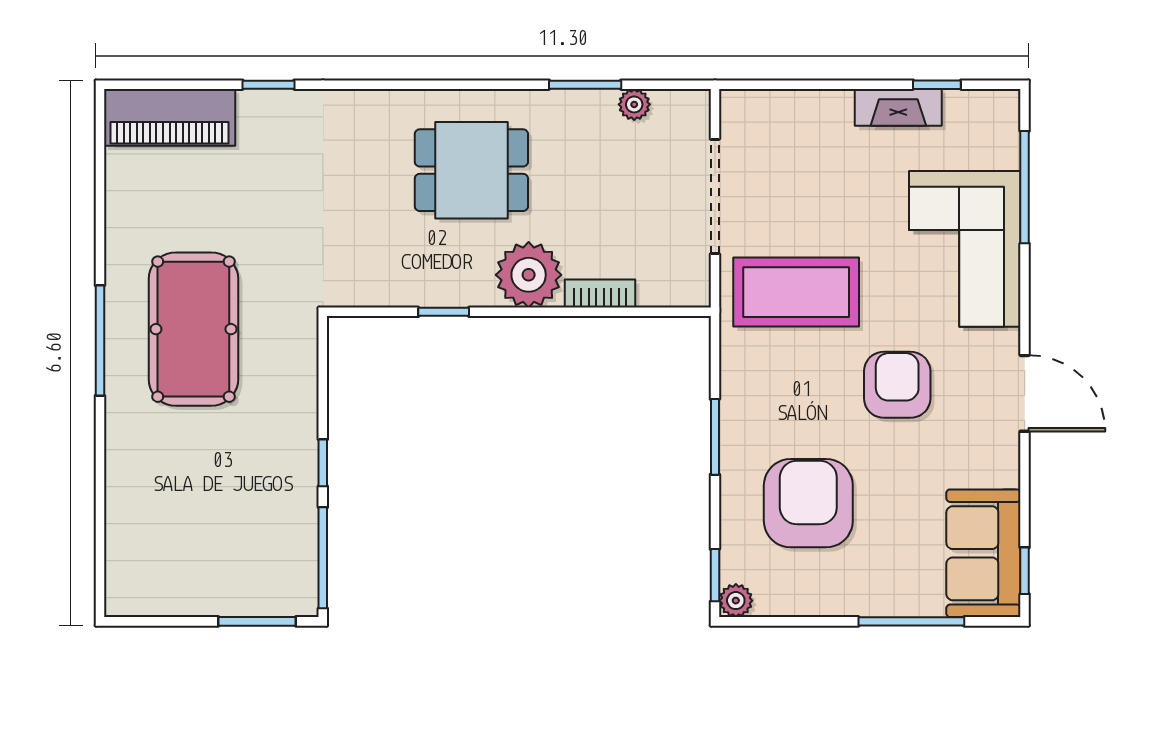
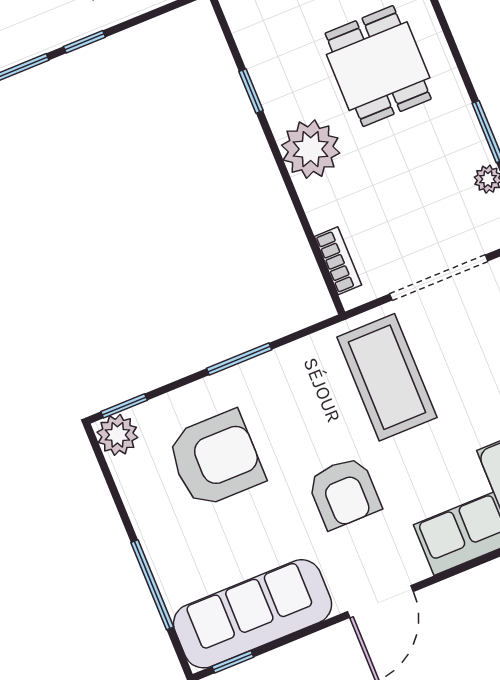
bookcase: (600, 294) -> (338, 261), moved
armchair: (897, 385) -> (344, 493), turned 90
sofa: (983, 553) -> (253, 614), width x1.36
plant: (736, 601) -> (117, 435), width x1.38, depth x1.38

